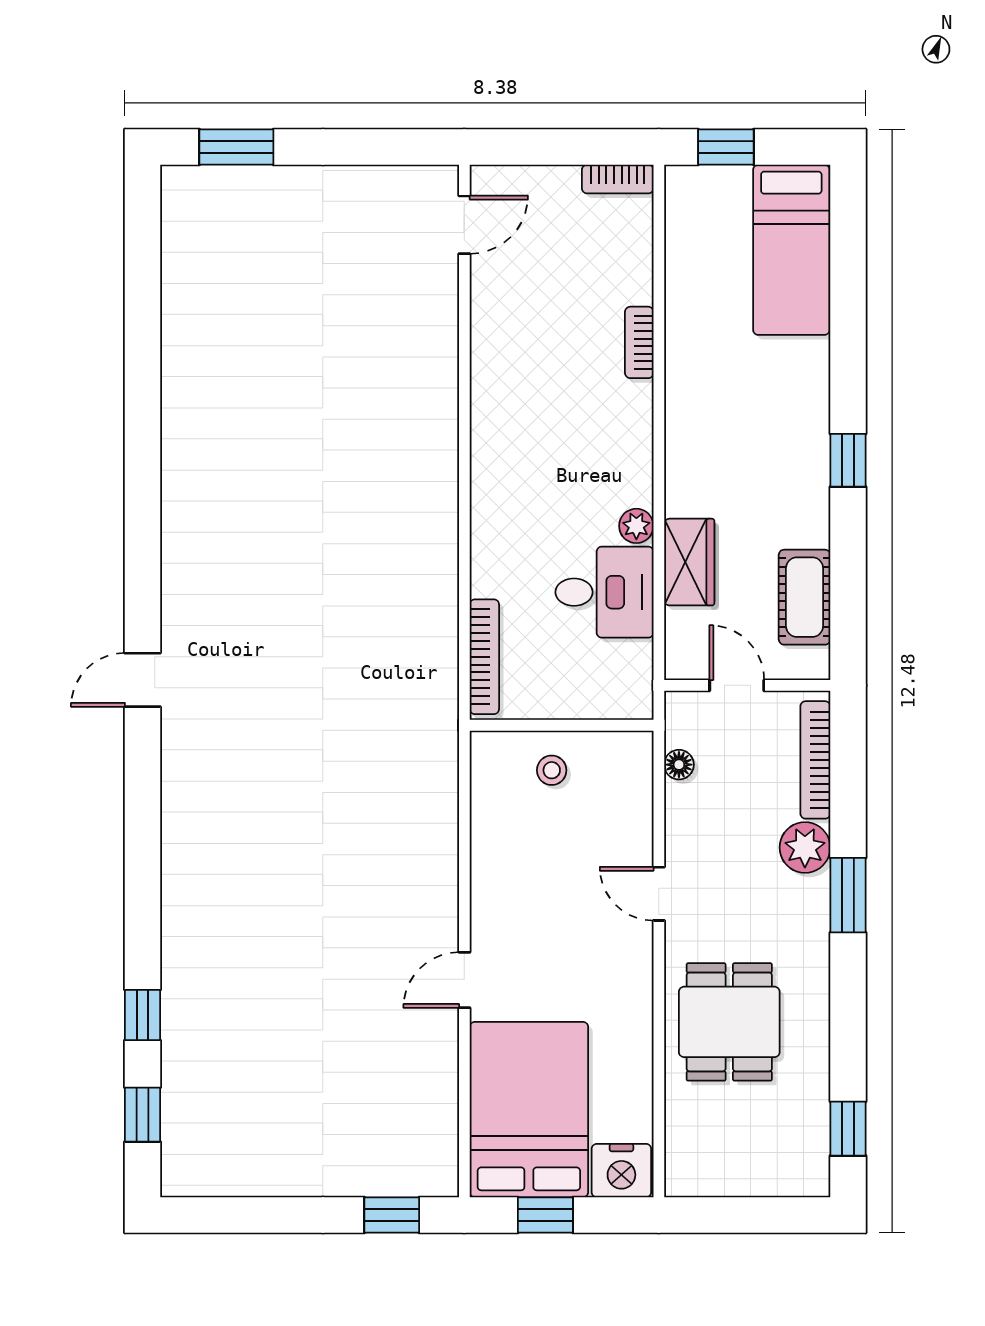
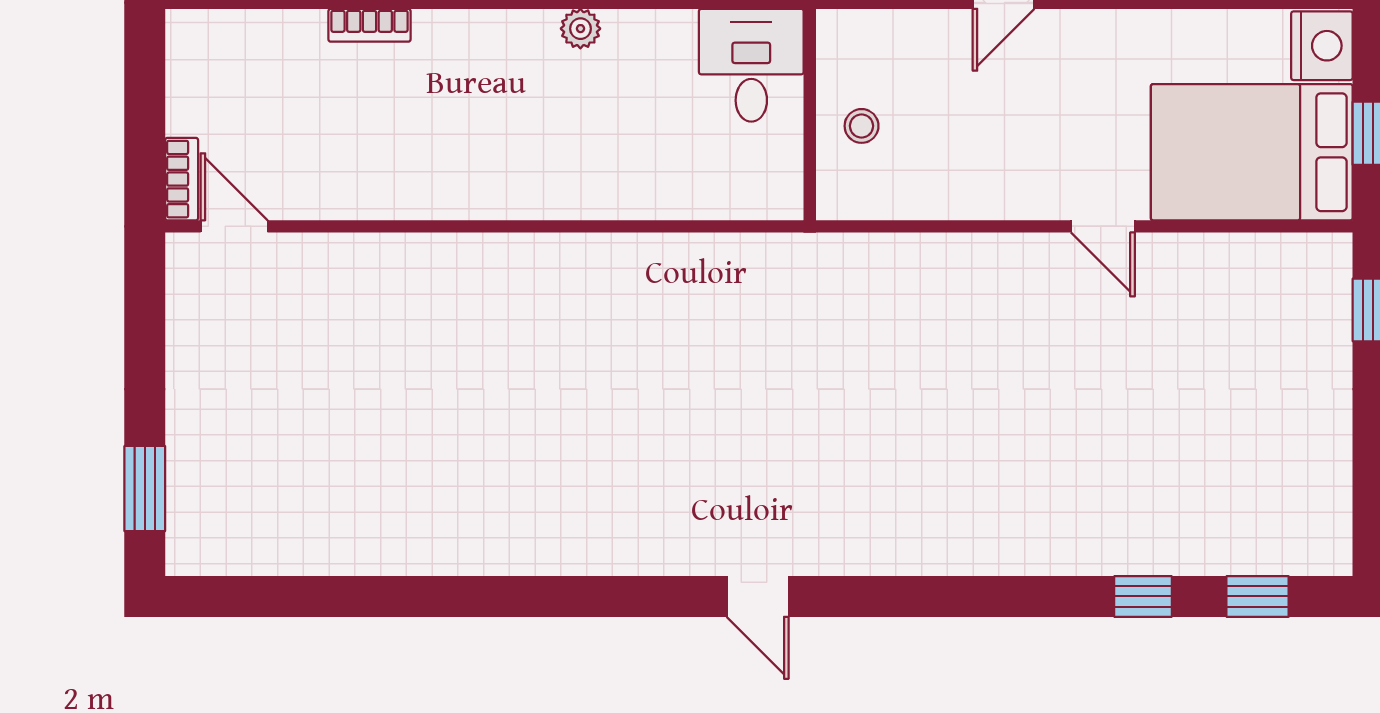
bookcase: (618, 179) -> (182, 179), moved
desk: (604, 592) -> (751, 65), moved
bookcase: (484, 657) -> (731, 203), removed

